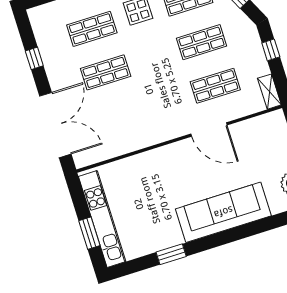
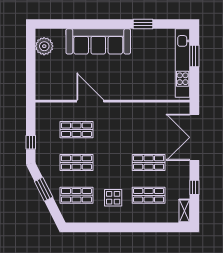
shelving: (269, 92) -> (184, 211), moved

